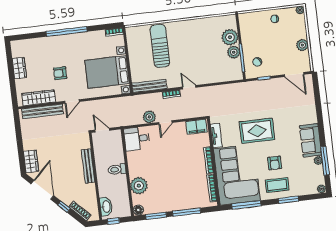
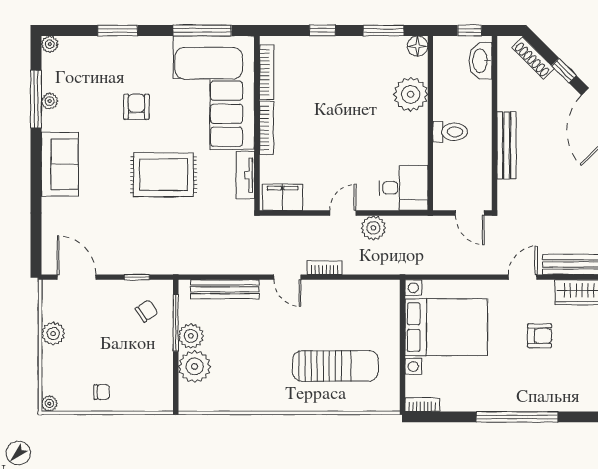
sun lounger: (160, 46) -> (335, 366), turned -90
bench: (149, 86) -> (225, 289), moved
sofa: (311, 140) -> (60, 164), moved
coffee table: (277, 185) -> (137, 62), removed
window: (187, 212) -> (322, 31), width x0.46

